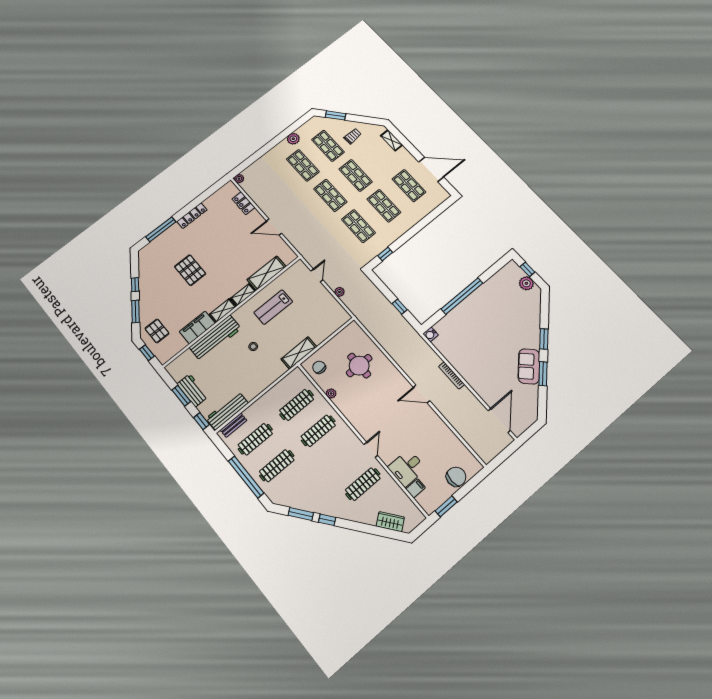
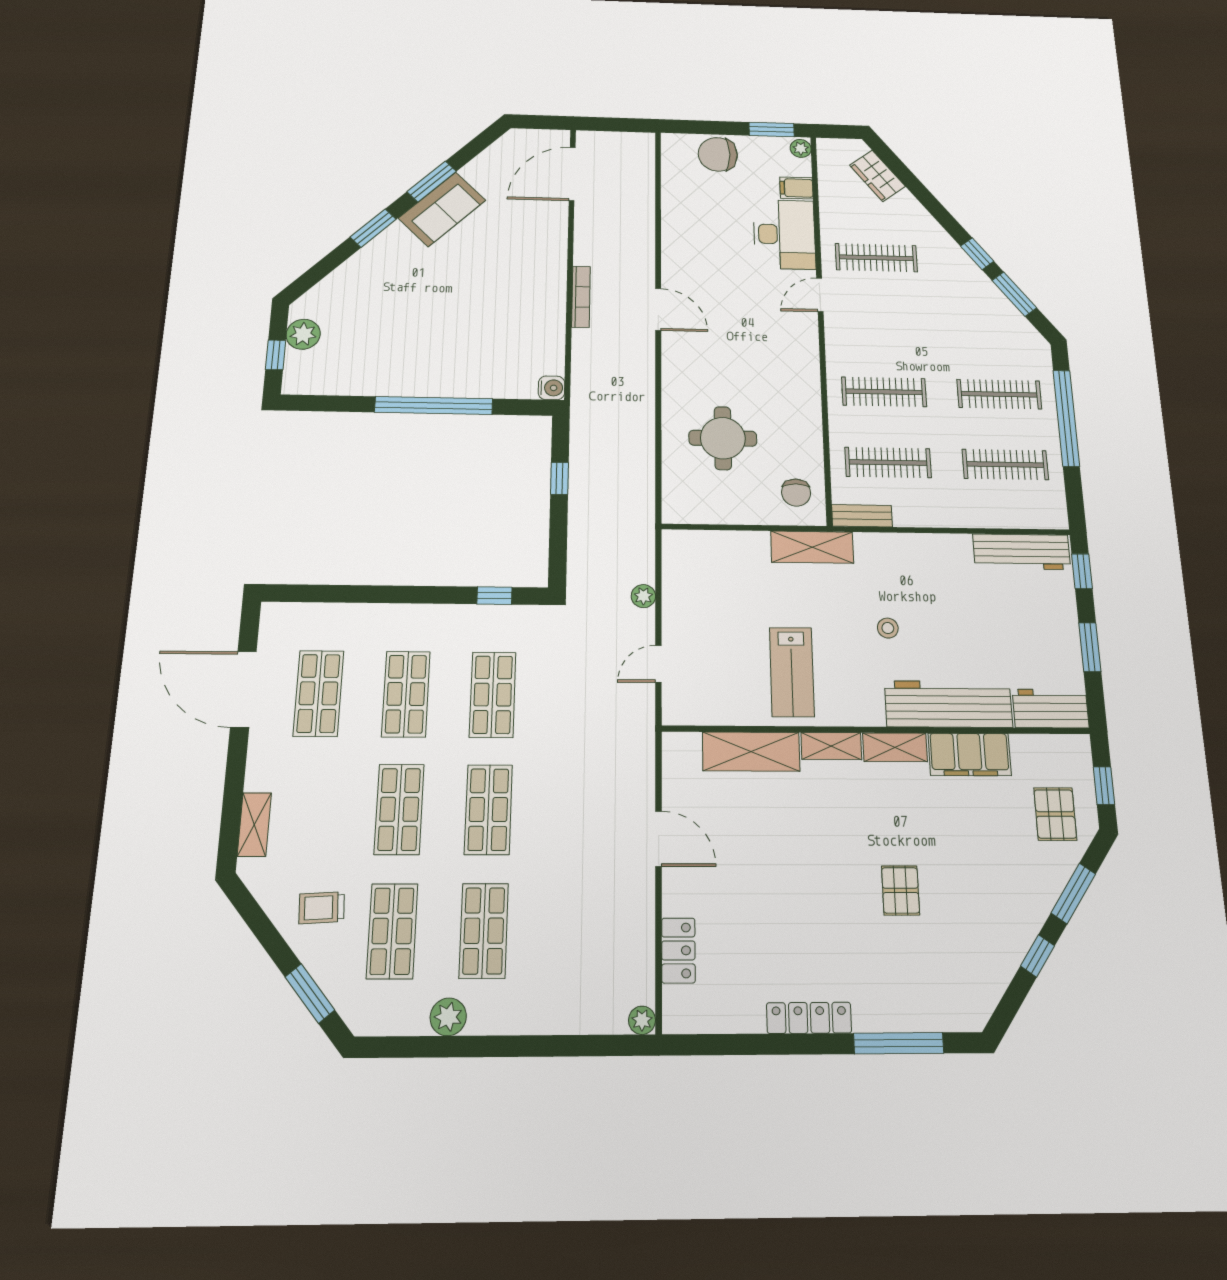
pallet: (190, 270) -> (900, 890), width x0.67, depth x0.71
lab bench: (273, 307) -> (792, 672), turned 90
workbench: (192, 390) -> (1051, 708), moved, turned 90
plant: (331, 393) -> (801, 148), moved
bench: (233, 425) -> (862, 516), moved
desk: (407, 468) -> (784, 234), width x1.37

